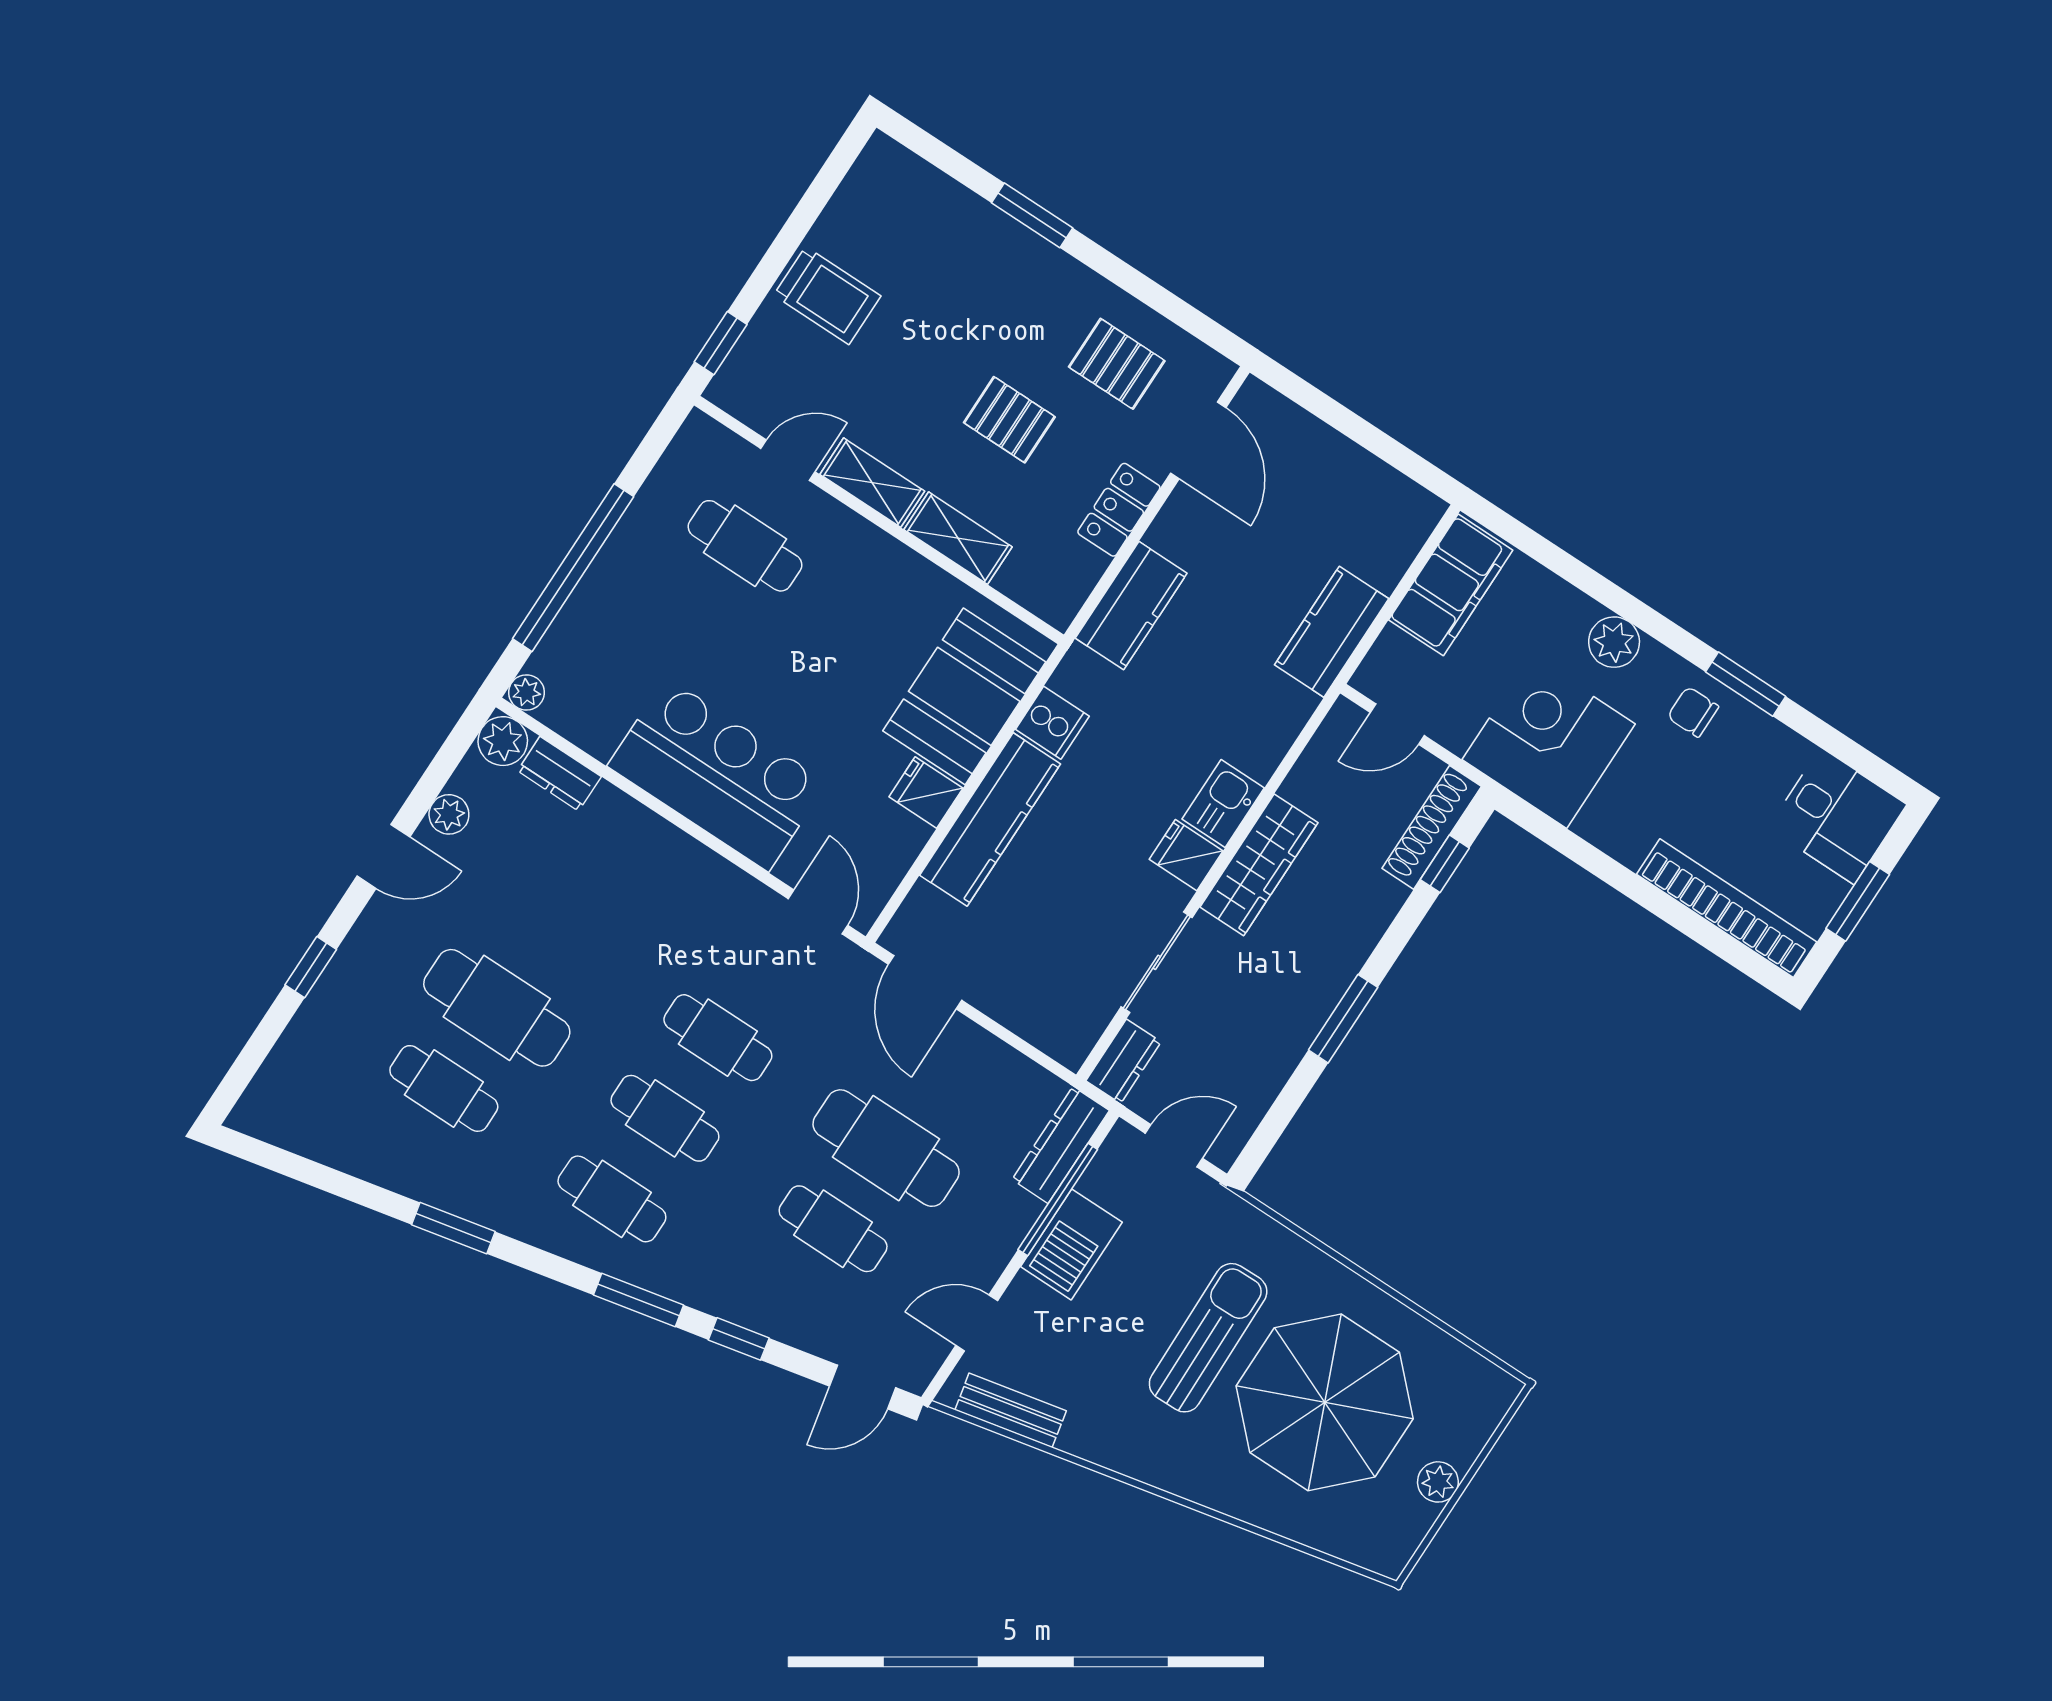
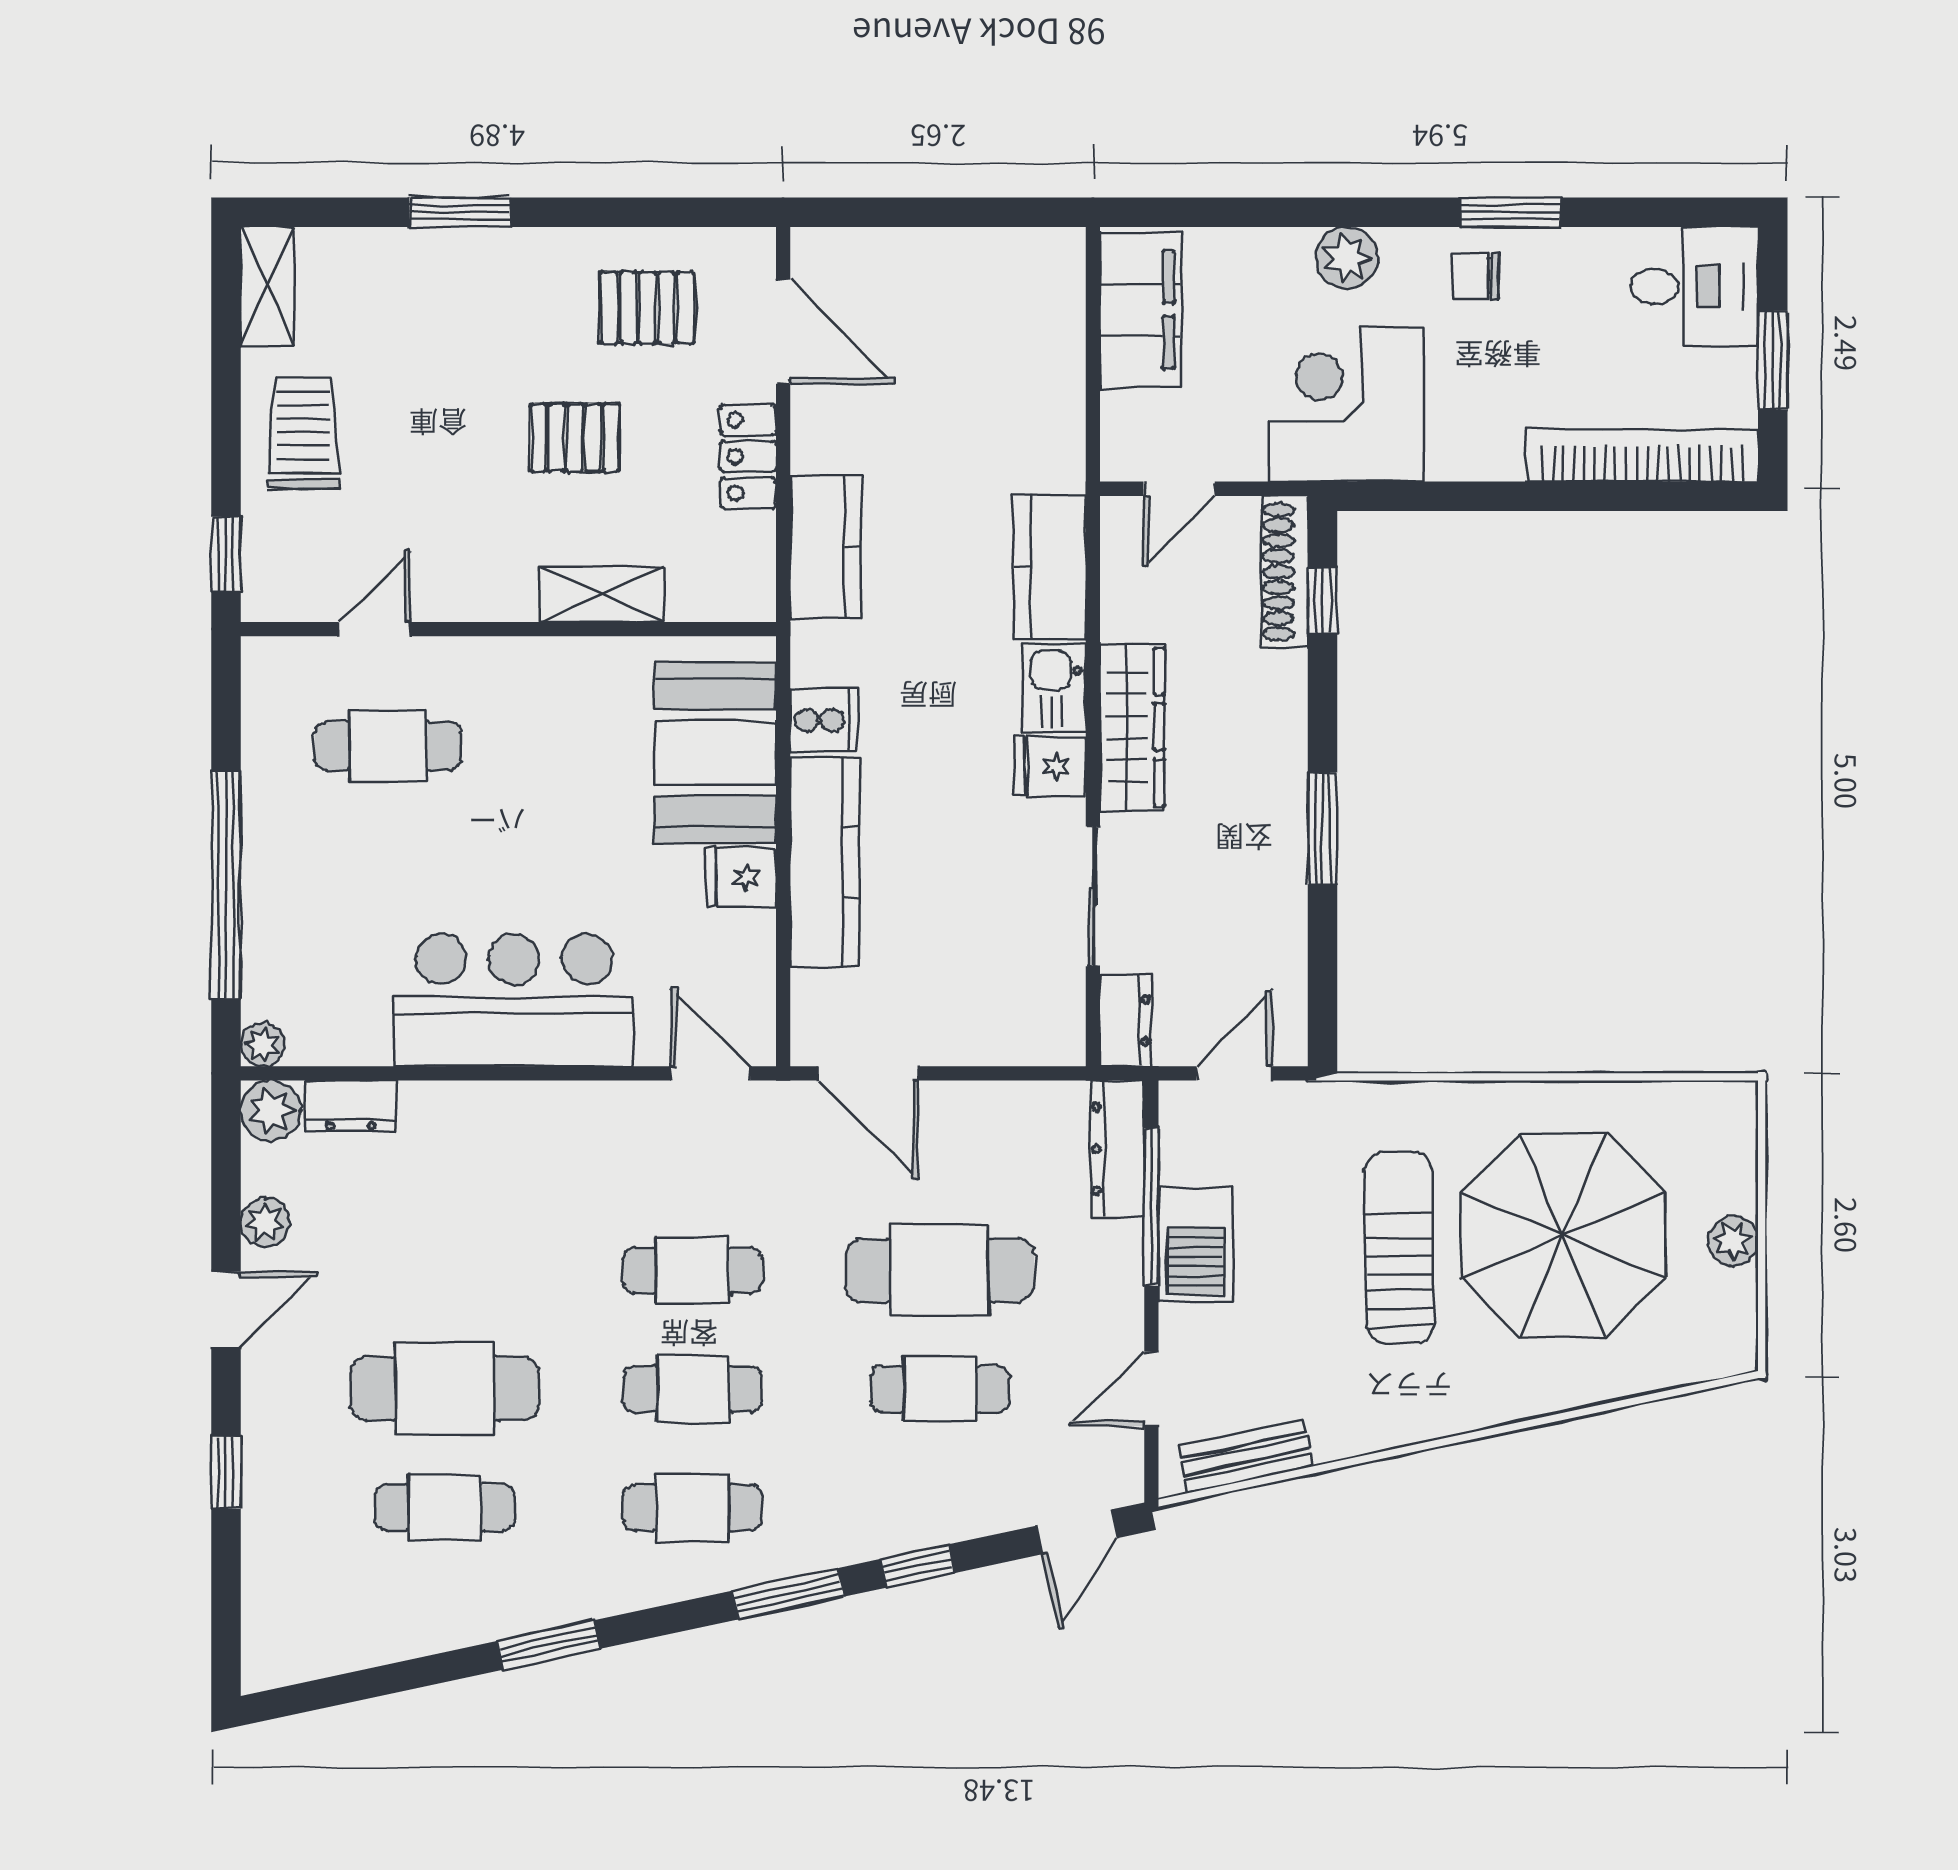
trolley: (827, 296) -> (303, 433), turned -90
shelving: (872, 483) -> (267, 286), moved, turned 90
kitchen counter: (1332, 632) -> (1049, 567), moved

